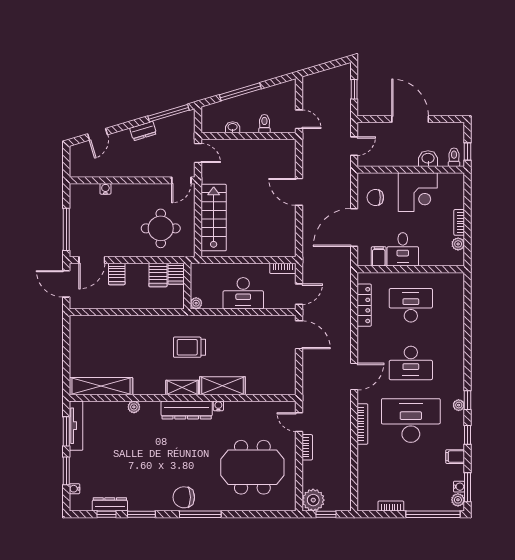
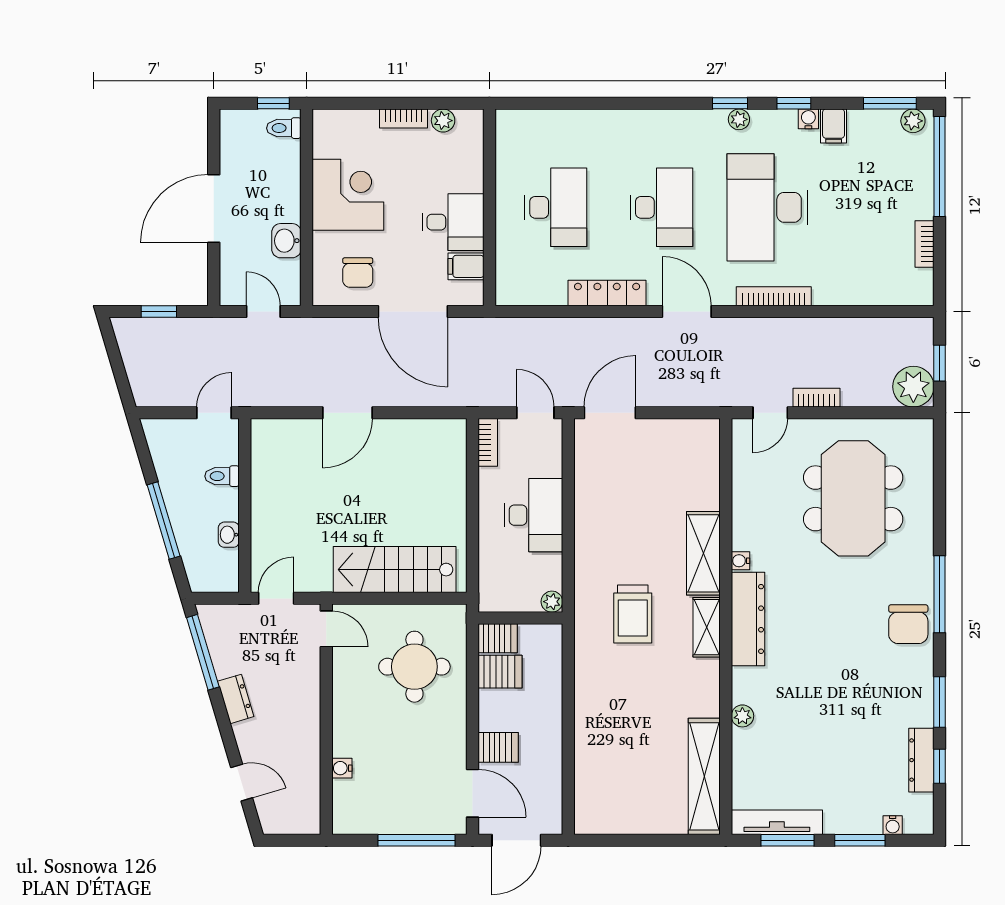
washbasin: (428, 159) -> (286, 241), moved
locker: (364, 305) -> (607, 293), moved
desk: (411, 305) -> (556, 207), turned 180
water cooler: (459, 487) -> (808, 119), moved

